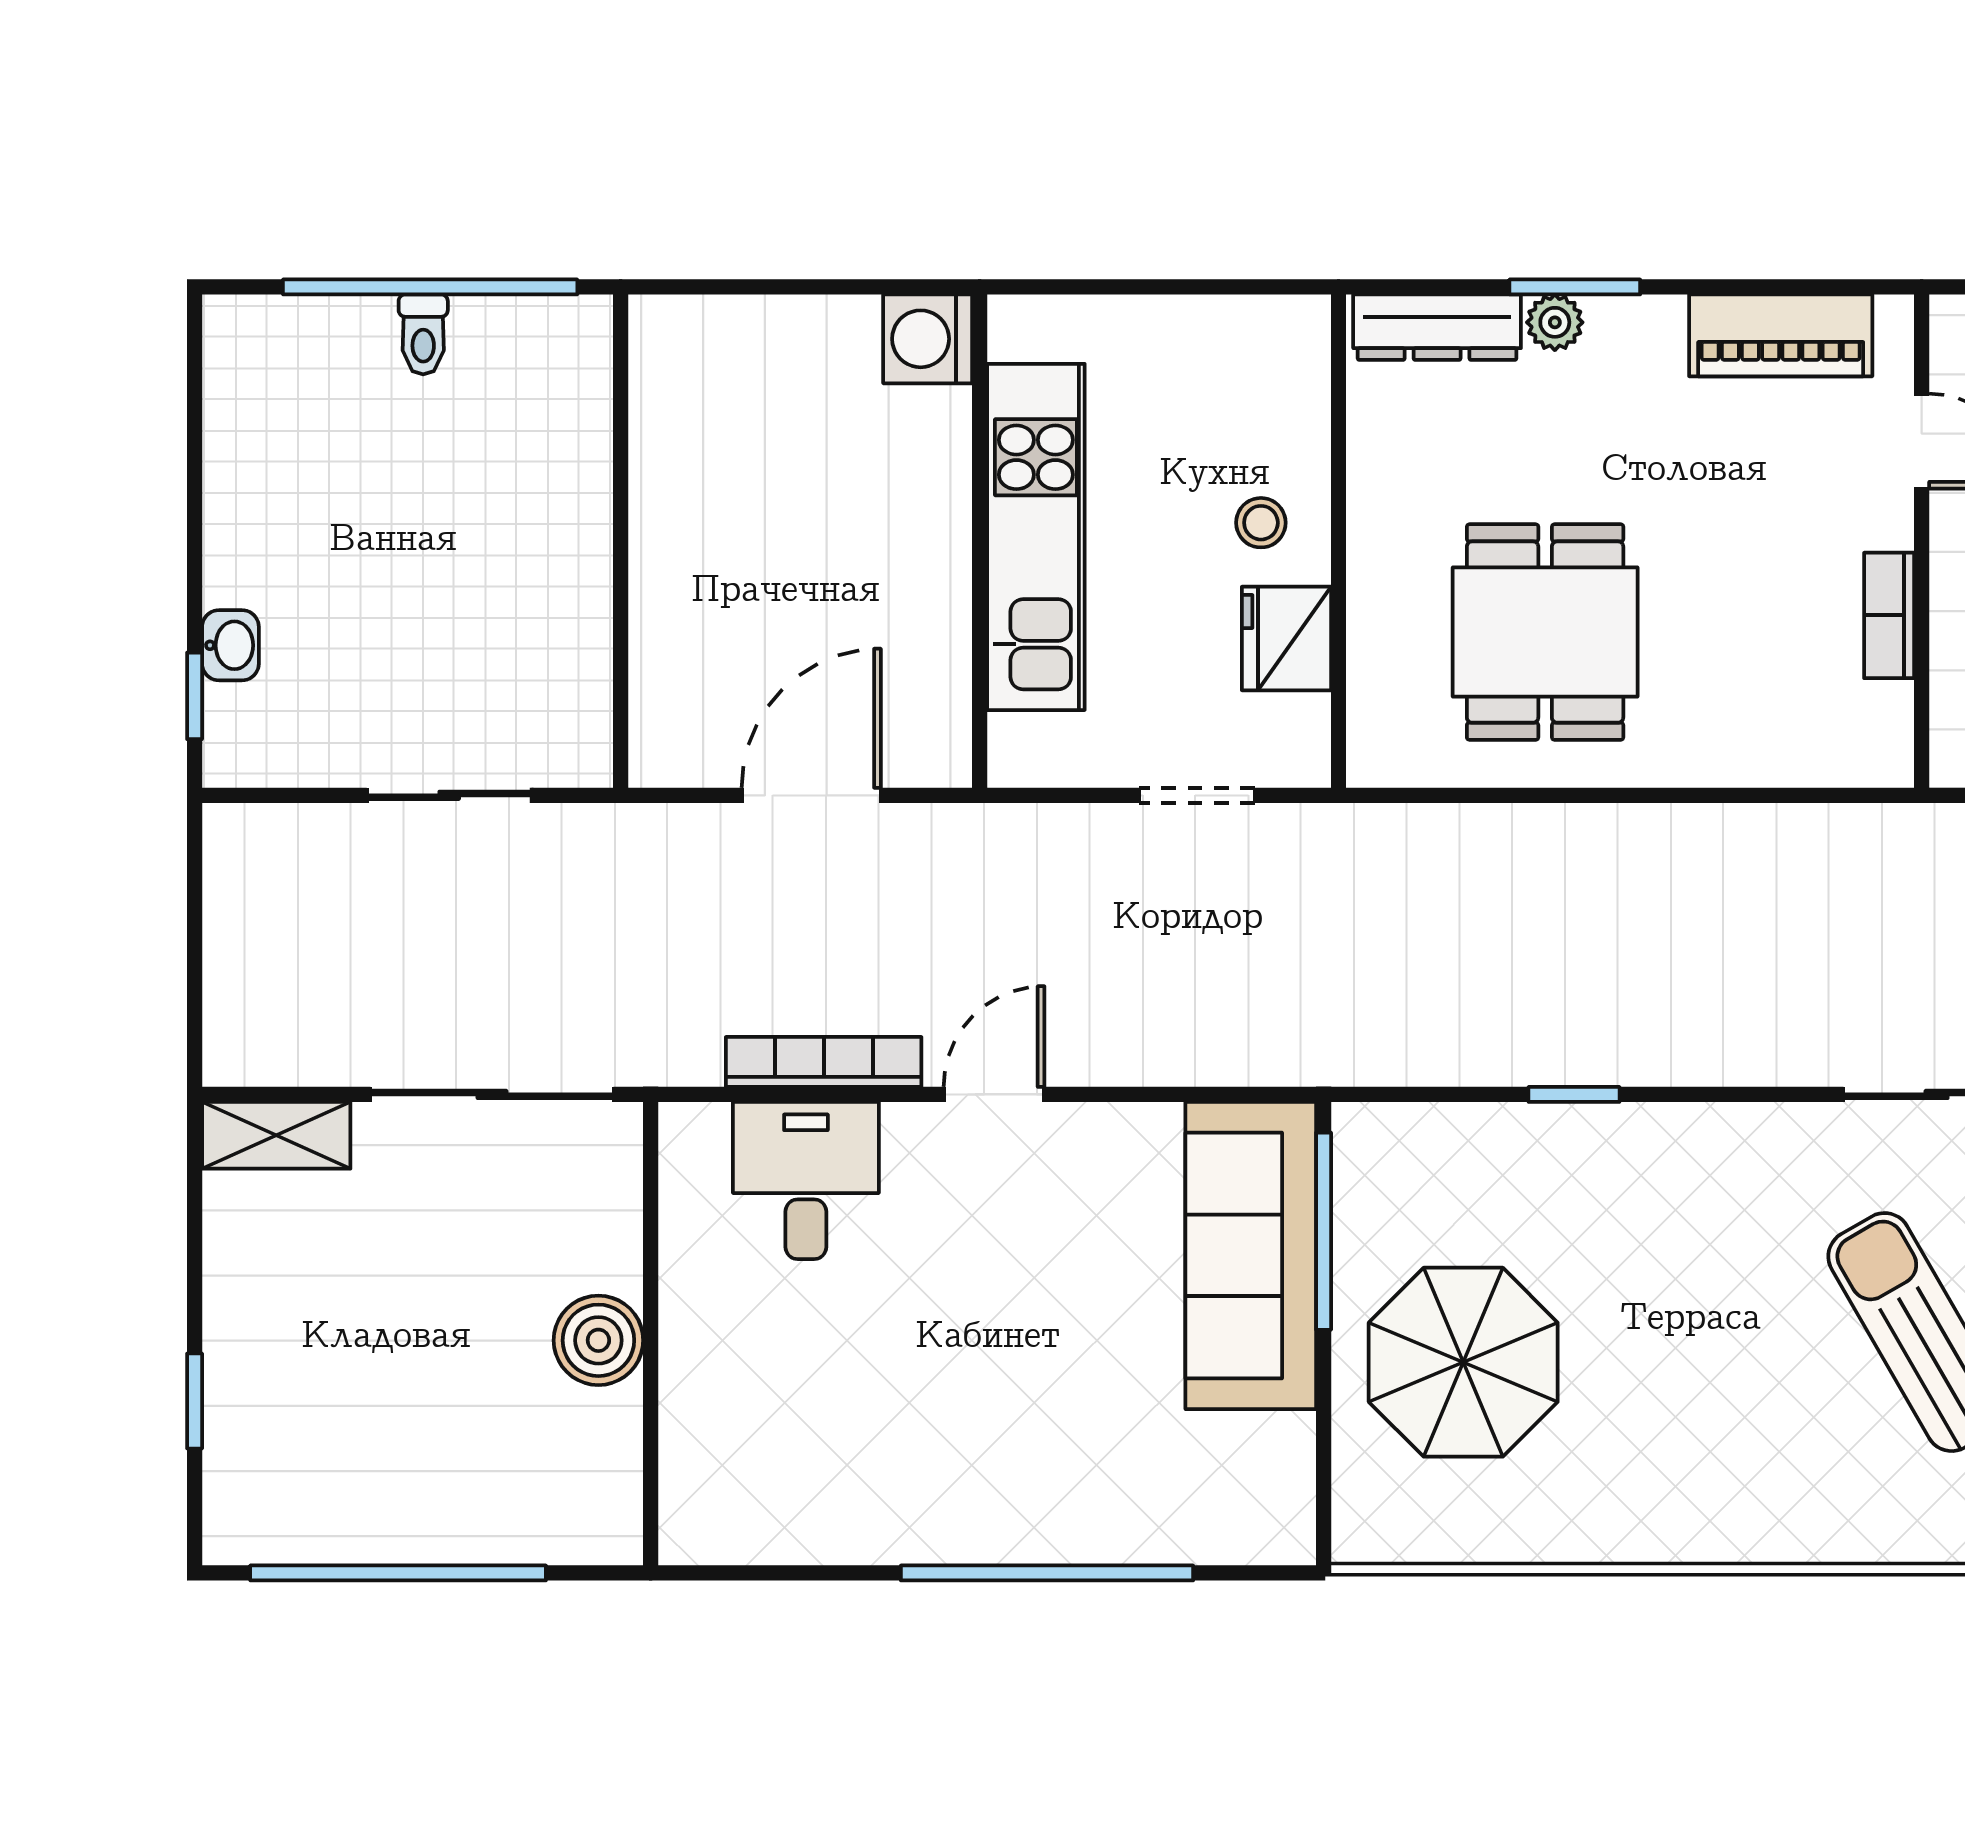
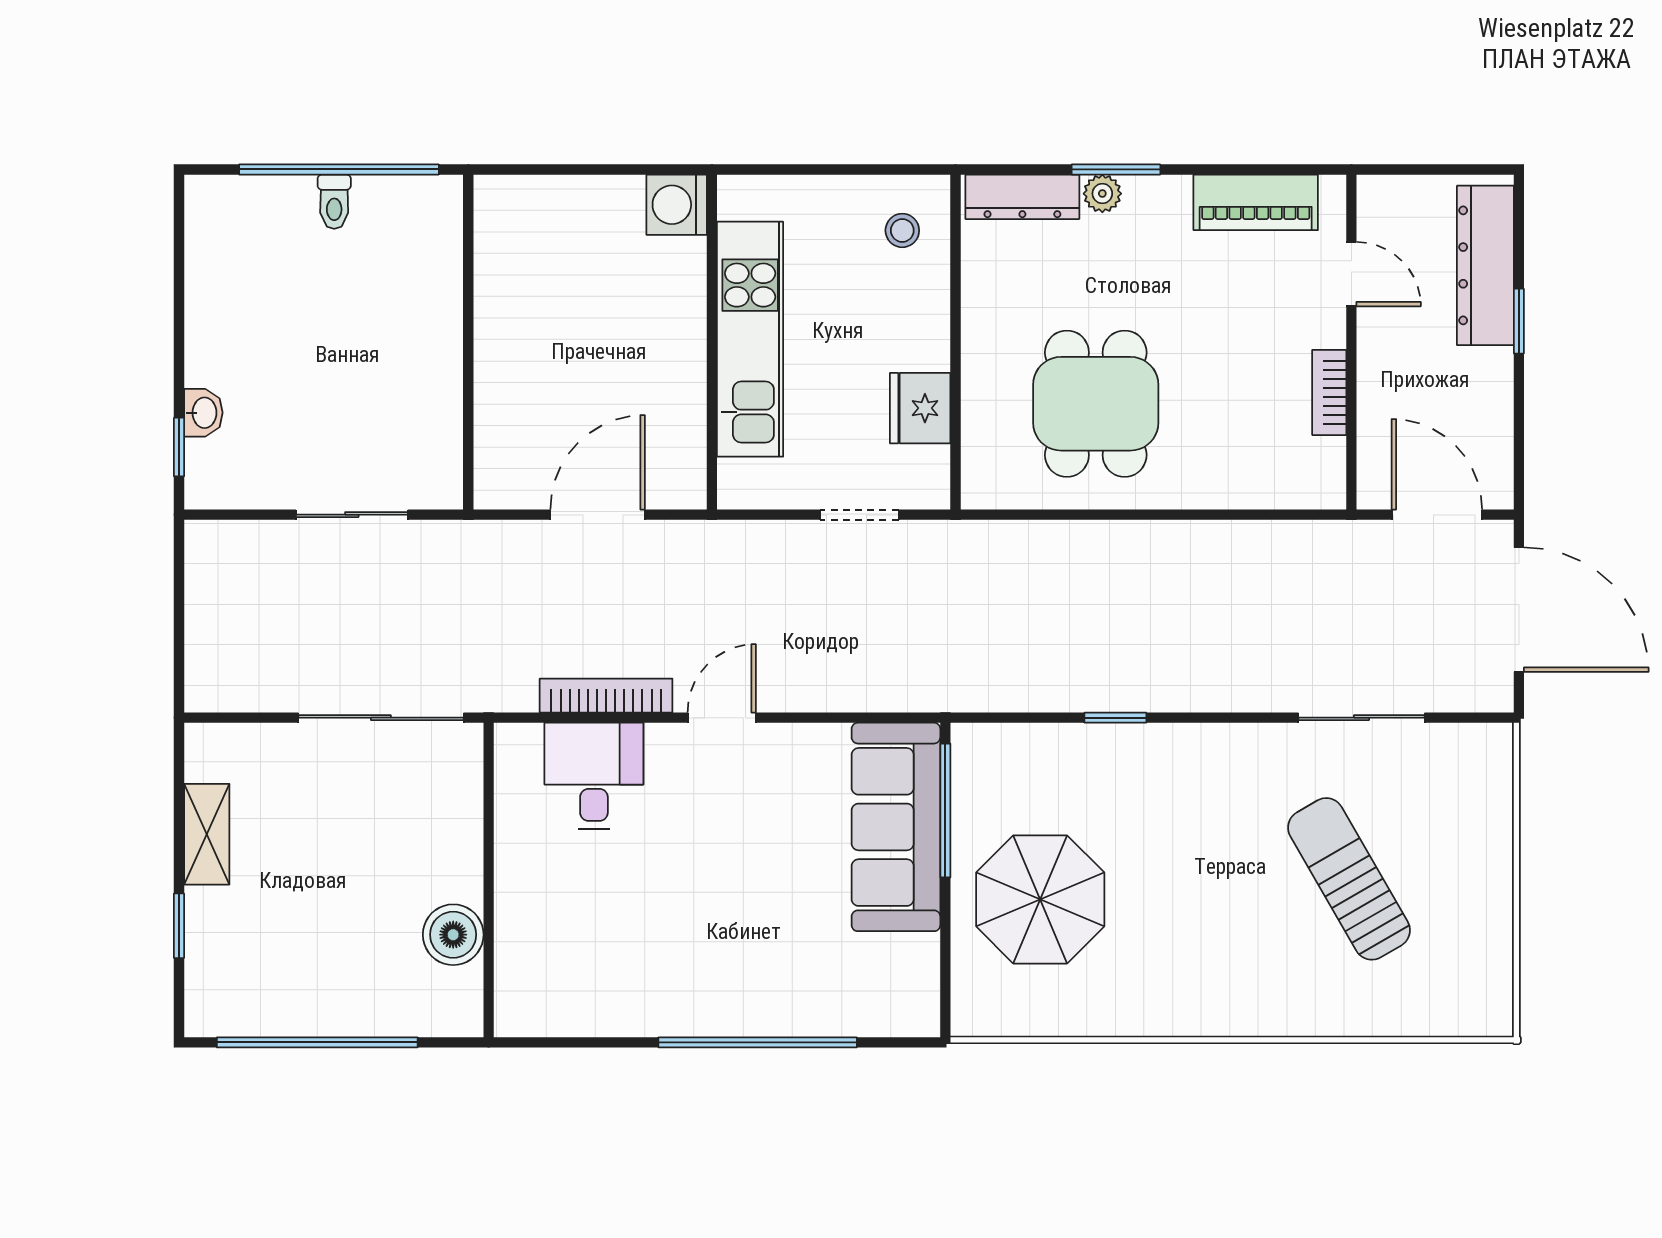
stool: (1261, 523) -> (902, 230), moved
shelving: (276, 1135) -> (207, 834), moved, turned 90
boiler: (598, 1340) -> (453, 935), moved

